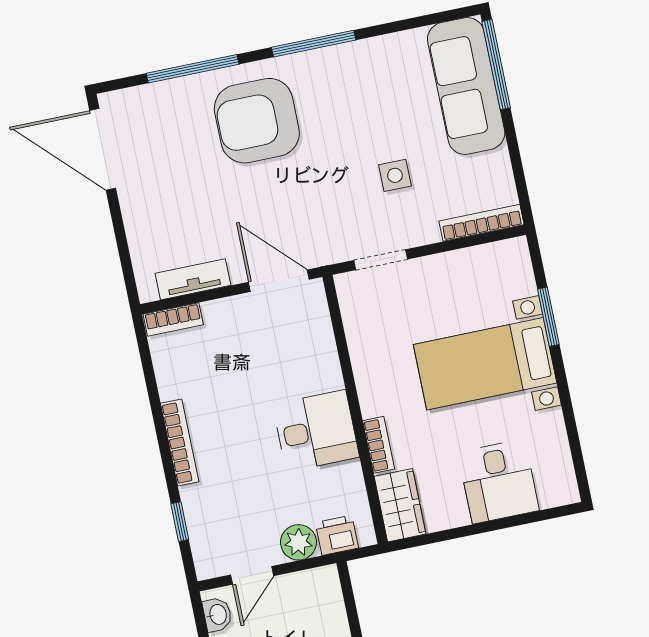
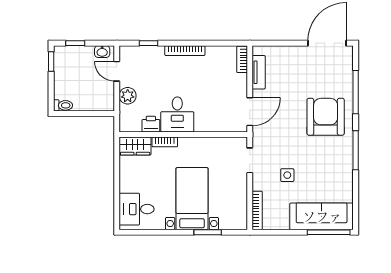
desk: (499, 481) -> (137, 209), moved
printer: (337, 535) -> (151, 124), moved, turned -90

